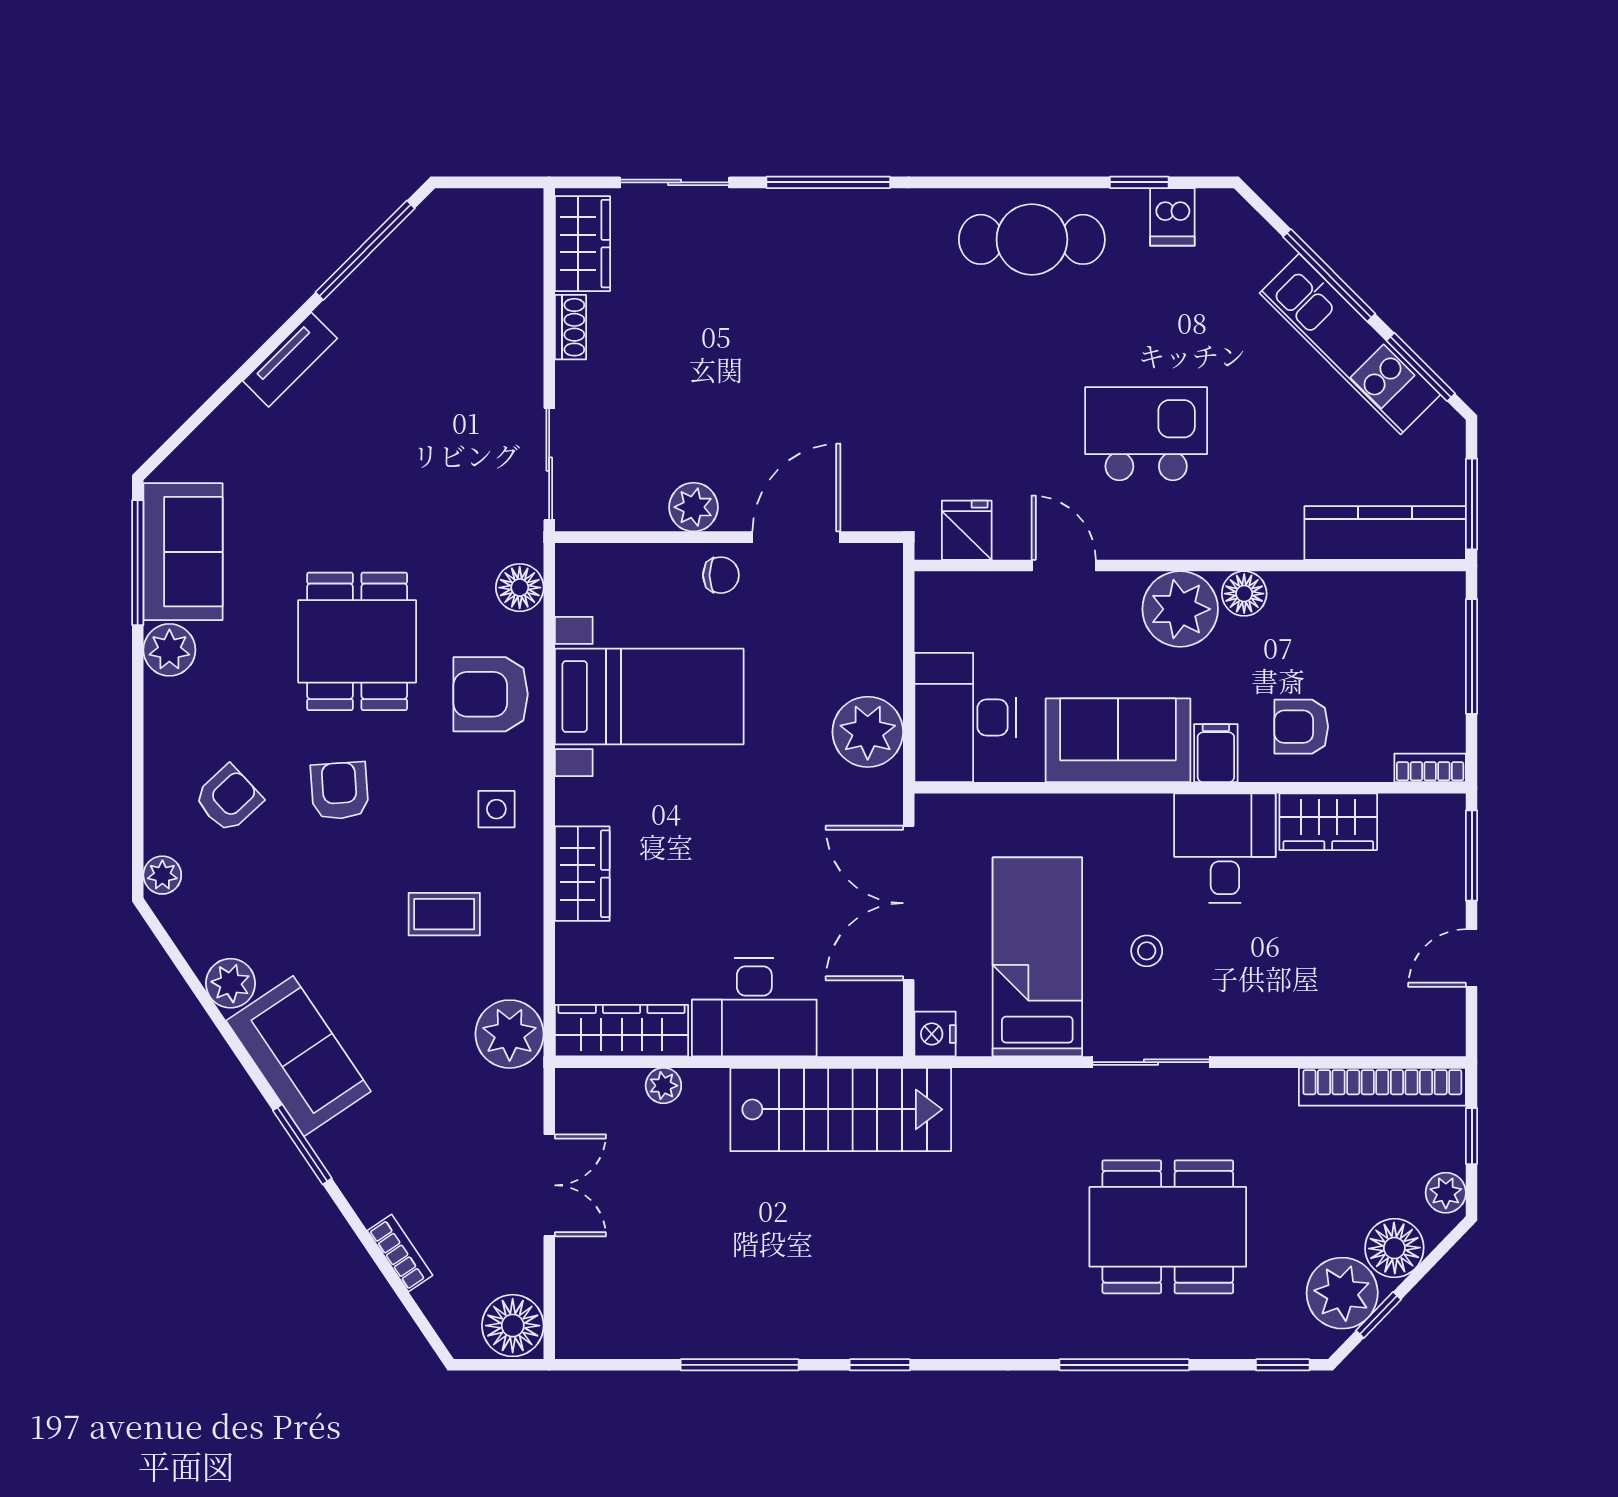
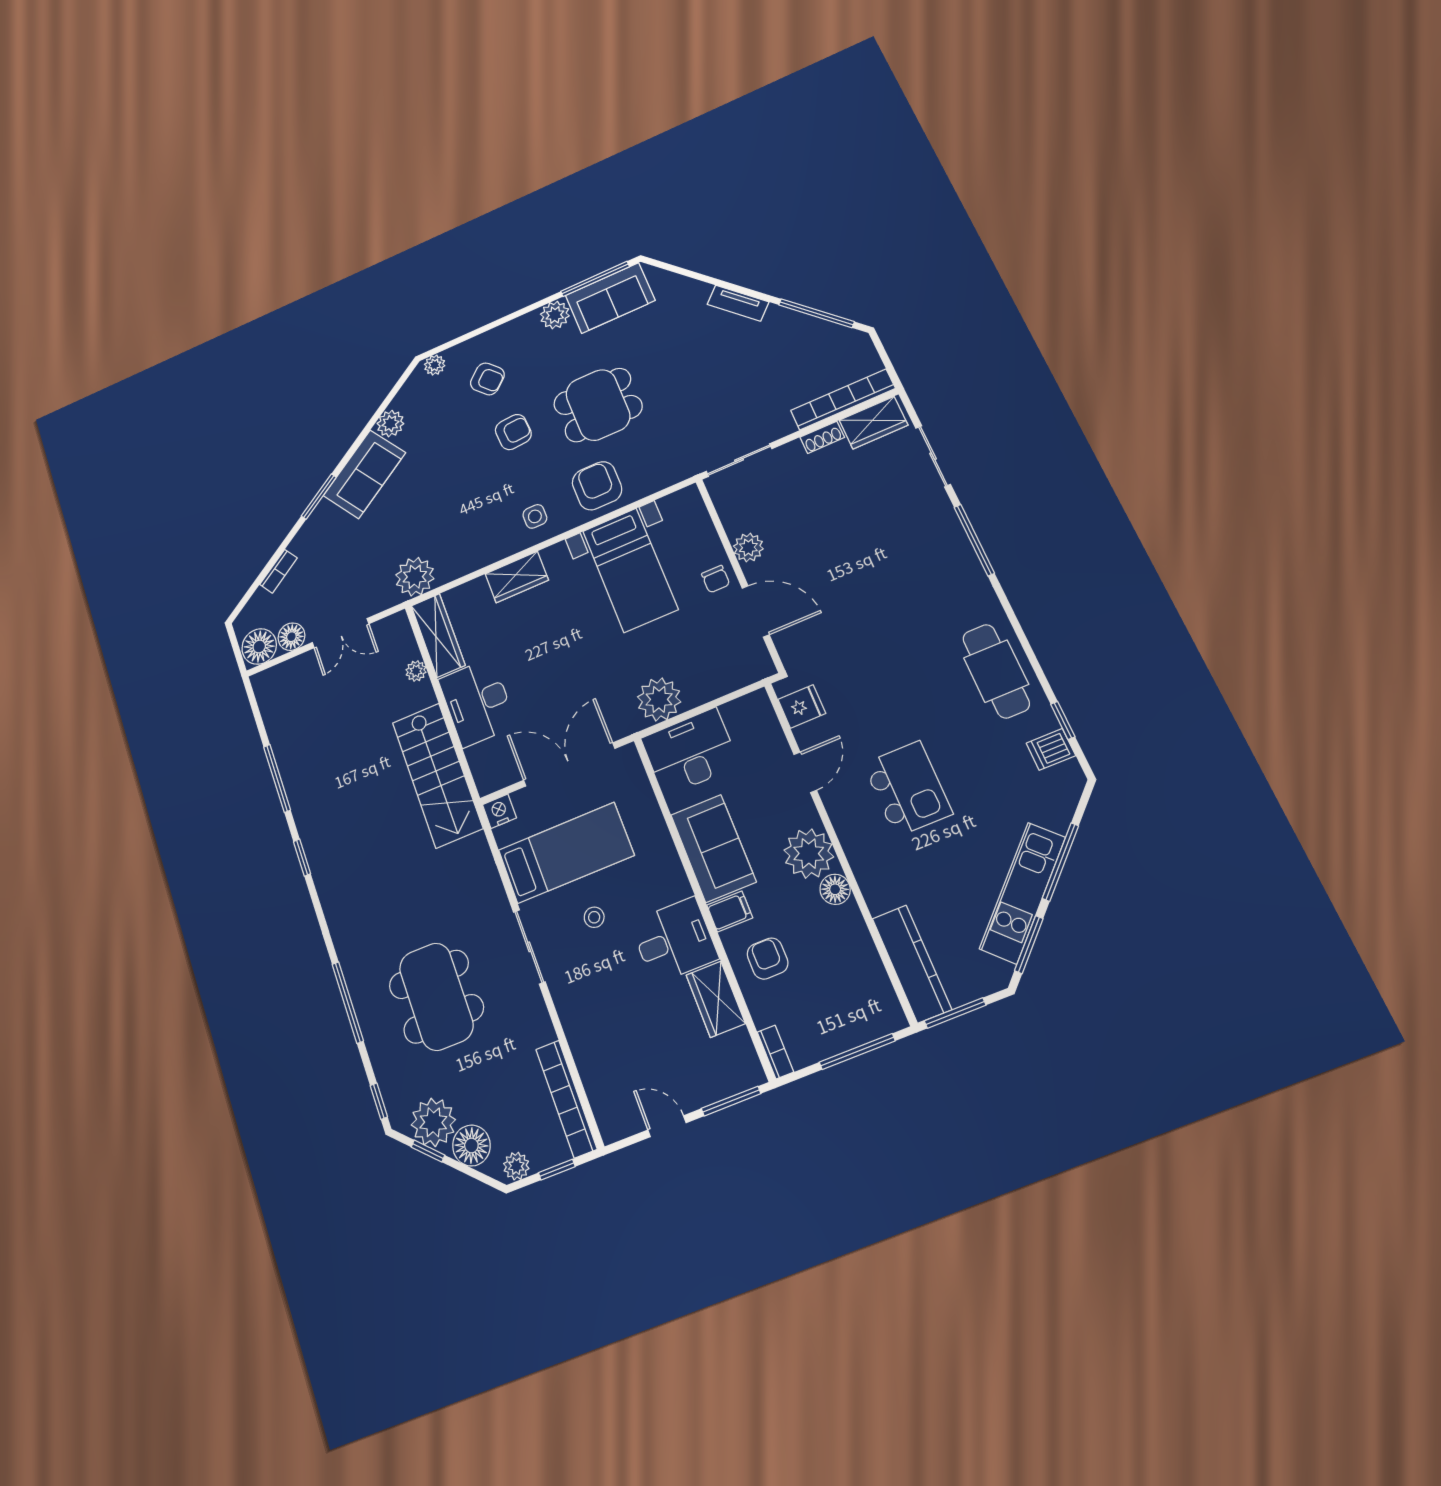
bookcase: (525, 272) -> (843, 399), added
floor lamp: (520, 588) -> (291, 637), moved
coffee table: (444, 914) -> (467, 514), removed

